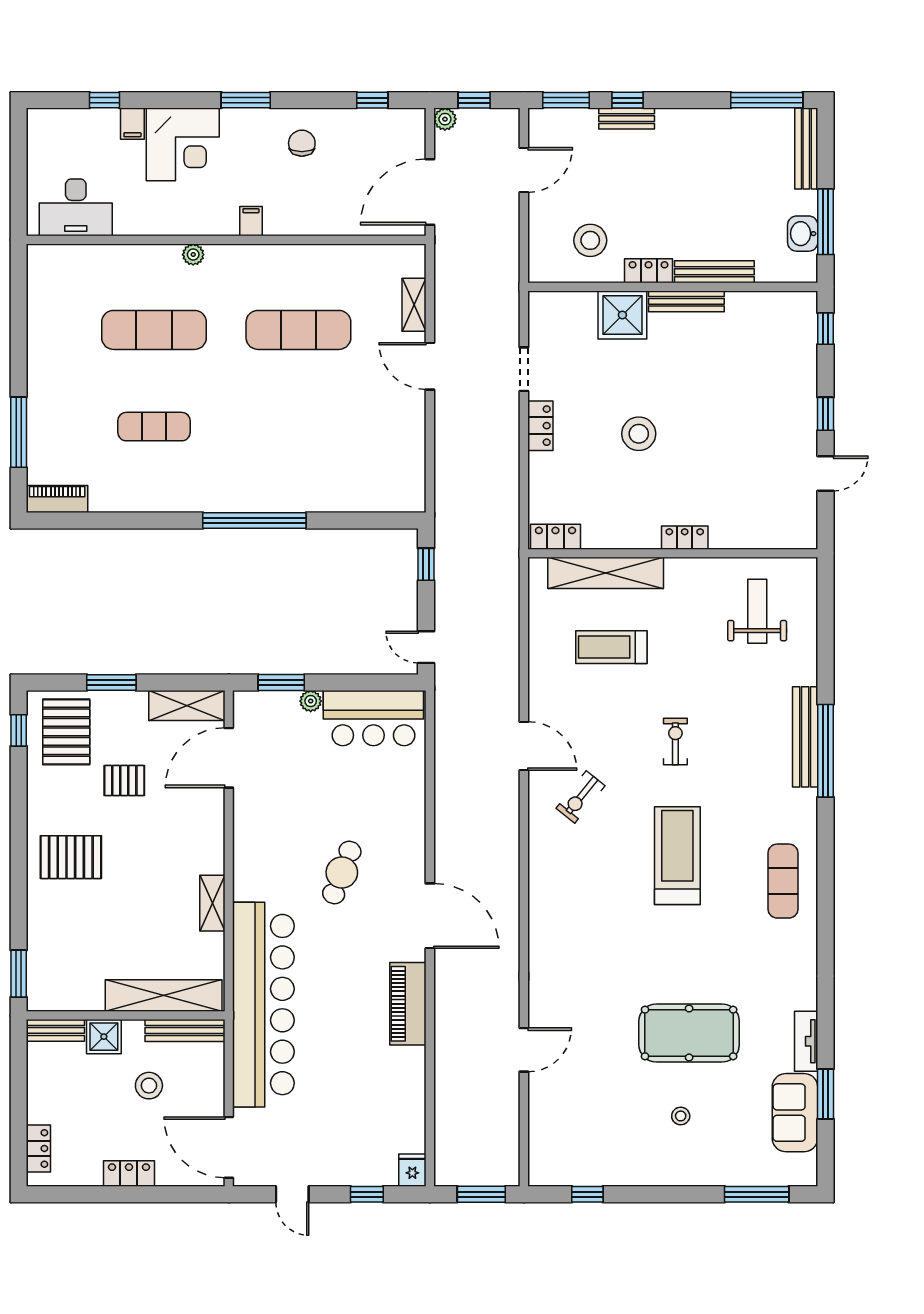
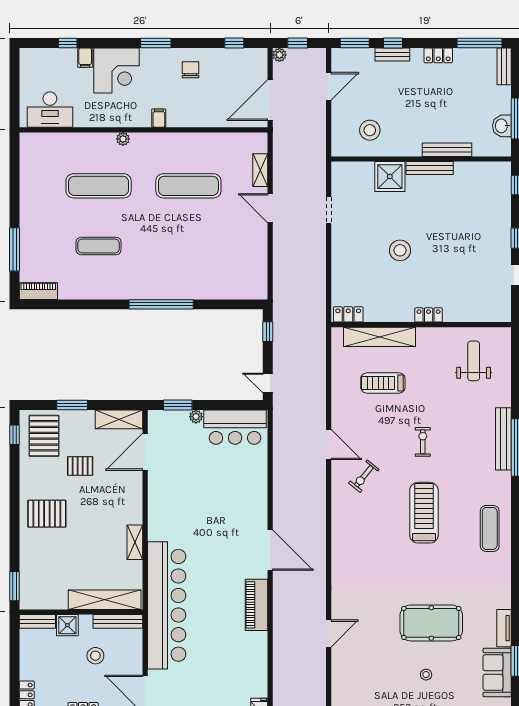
bench: (806, 149) -> (504, 66), width x0.73
locker: (649, 271) -> (438, 55), moved, turned 180
locker: (540, 426) -> (339, 245), removed
cafe table: (342, 872) -> (215, 523), removed

